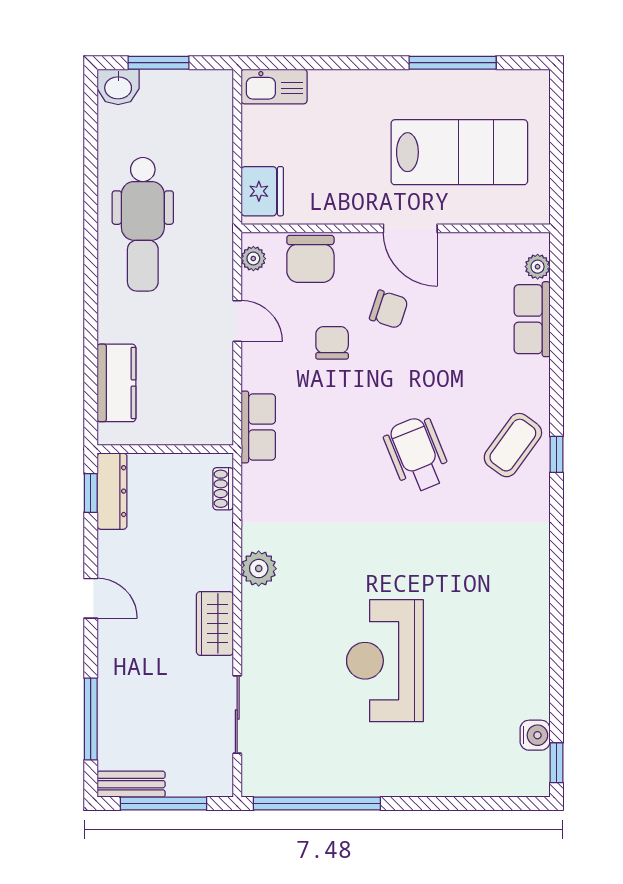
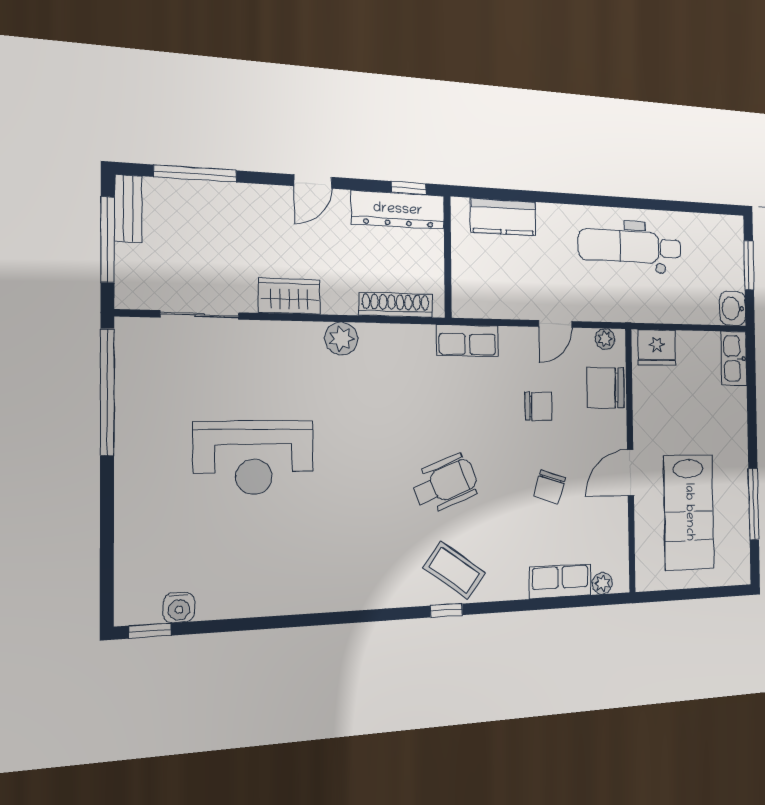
washbasin: (118, 87) -> (733, 308), moved
chair: (389, 309) -> (550, 487), moved
shoe rack: (223, 489) -> (396, 305), width x1.94, depth x1.24
dresser: (112, 491) -> (398, 210), width x1.37, depth x1.24
reception desk: (385, 661) -> (254, 458), turned 180

